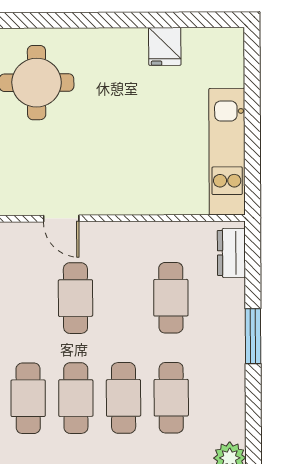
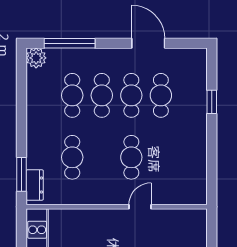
door: (61, 218) -> (140, 207), hinge flipped
window: (253, 336) -> (21, 174), moved

